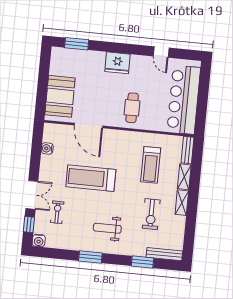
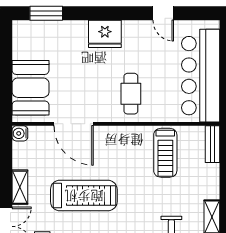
water cooler: (47, 148) -> (20, 133), moved
treadmill: (151, 165) -> (165, 153), moved
shelving: (184, 177) -> (20, 187), moved
treadmill: (91, 178) -> (84, 196), turned 180

